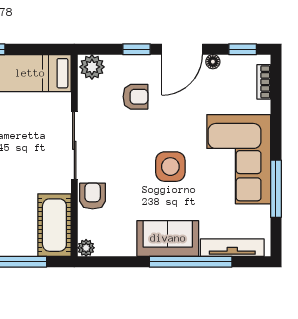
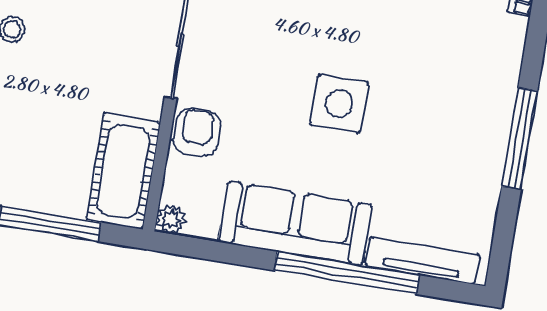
corner sofa: (239, 159) -> (458, 110), removed
window: (276, 189) -> (520, 139), moved
sofa: (168, 238) -> (295, 223), width x1.36

